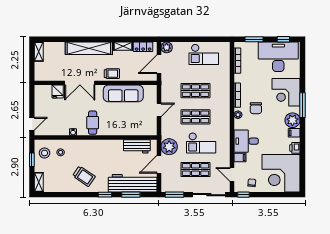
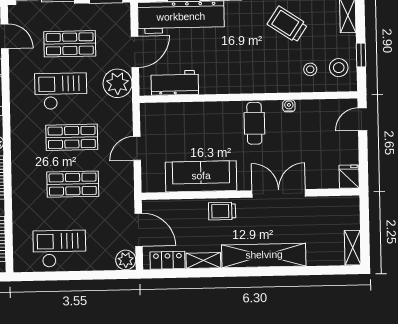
door: (159, 64) -> (139, 230), hinge flipped
fridge: (58, 92) -> (349, 177), moved
trolley: (84, 176) -> (287, 24), moved

